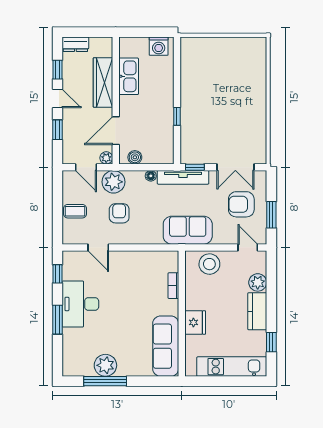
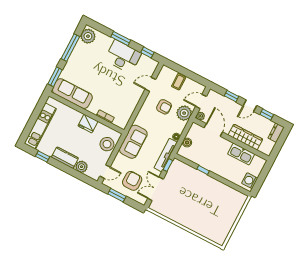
boiler: (135, 157) -> (187, 143), moved
fridge: (195, 322) -> (88, 124), moved
plant: (105, 365) -> (88, 36), moved
window: (155, 381) -> (55, 77), added

